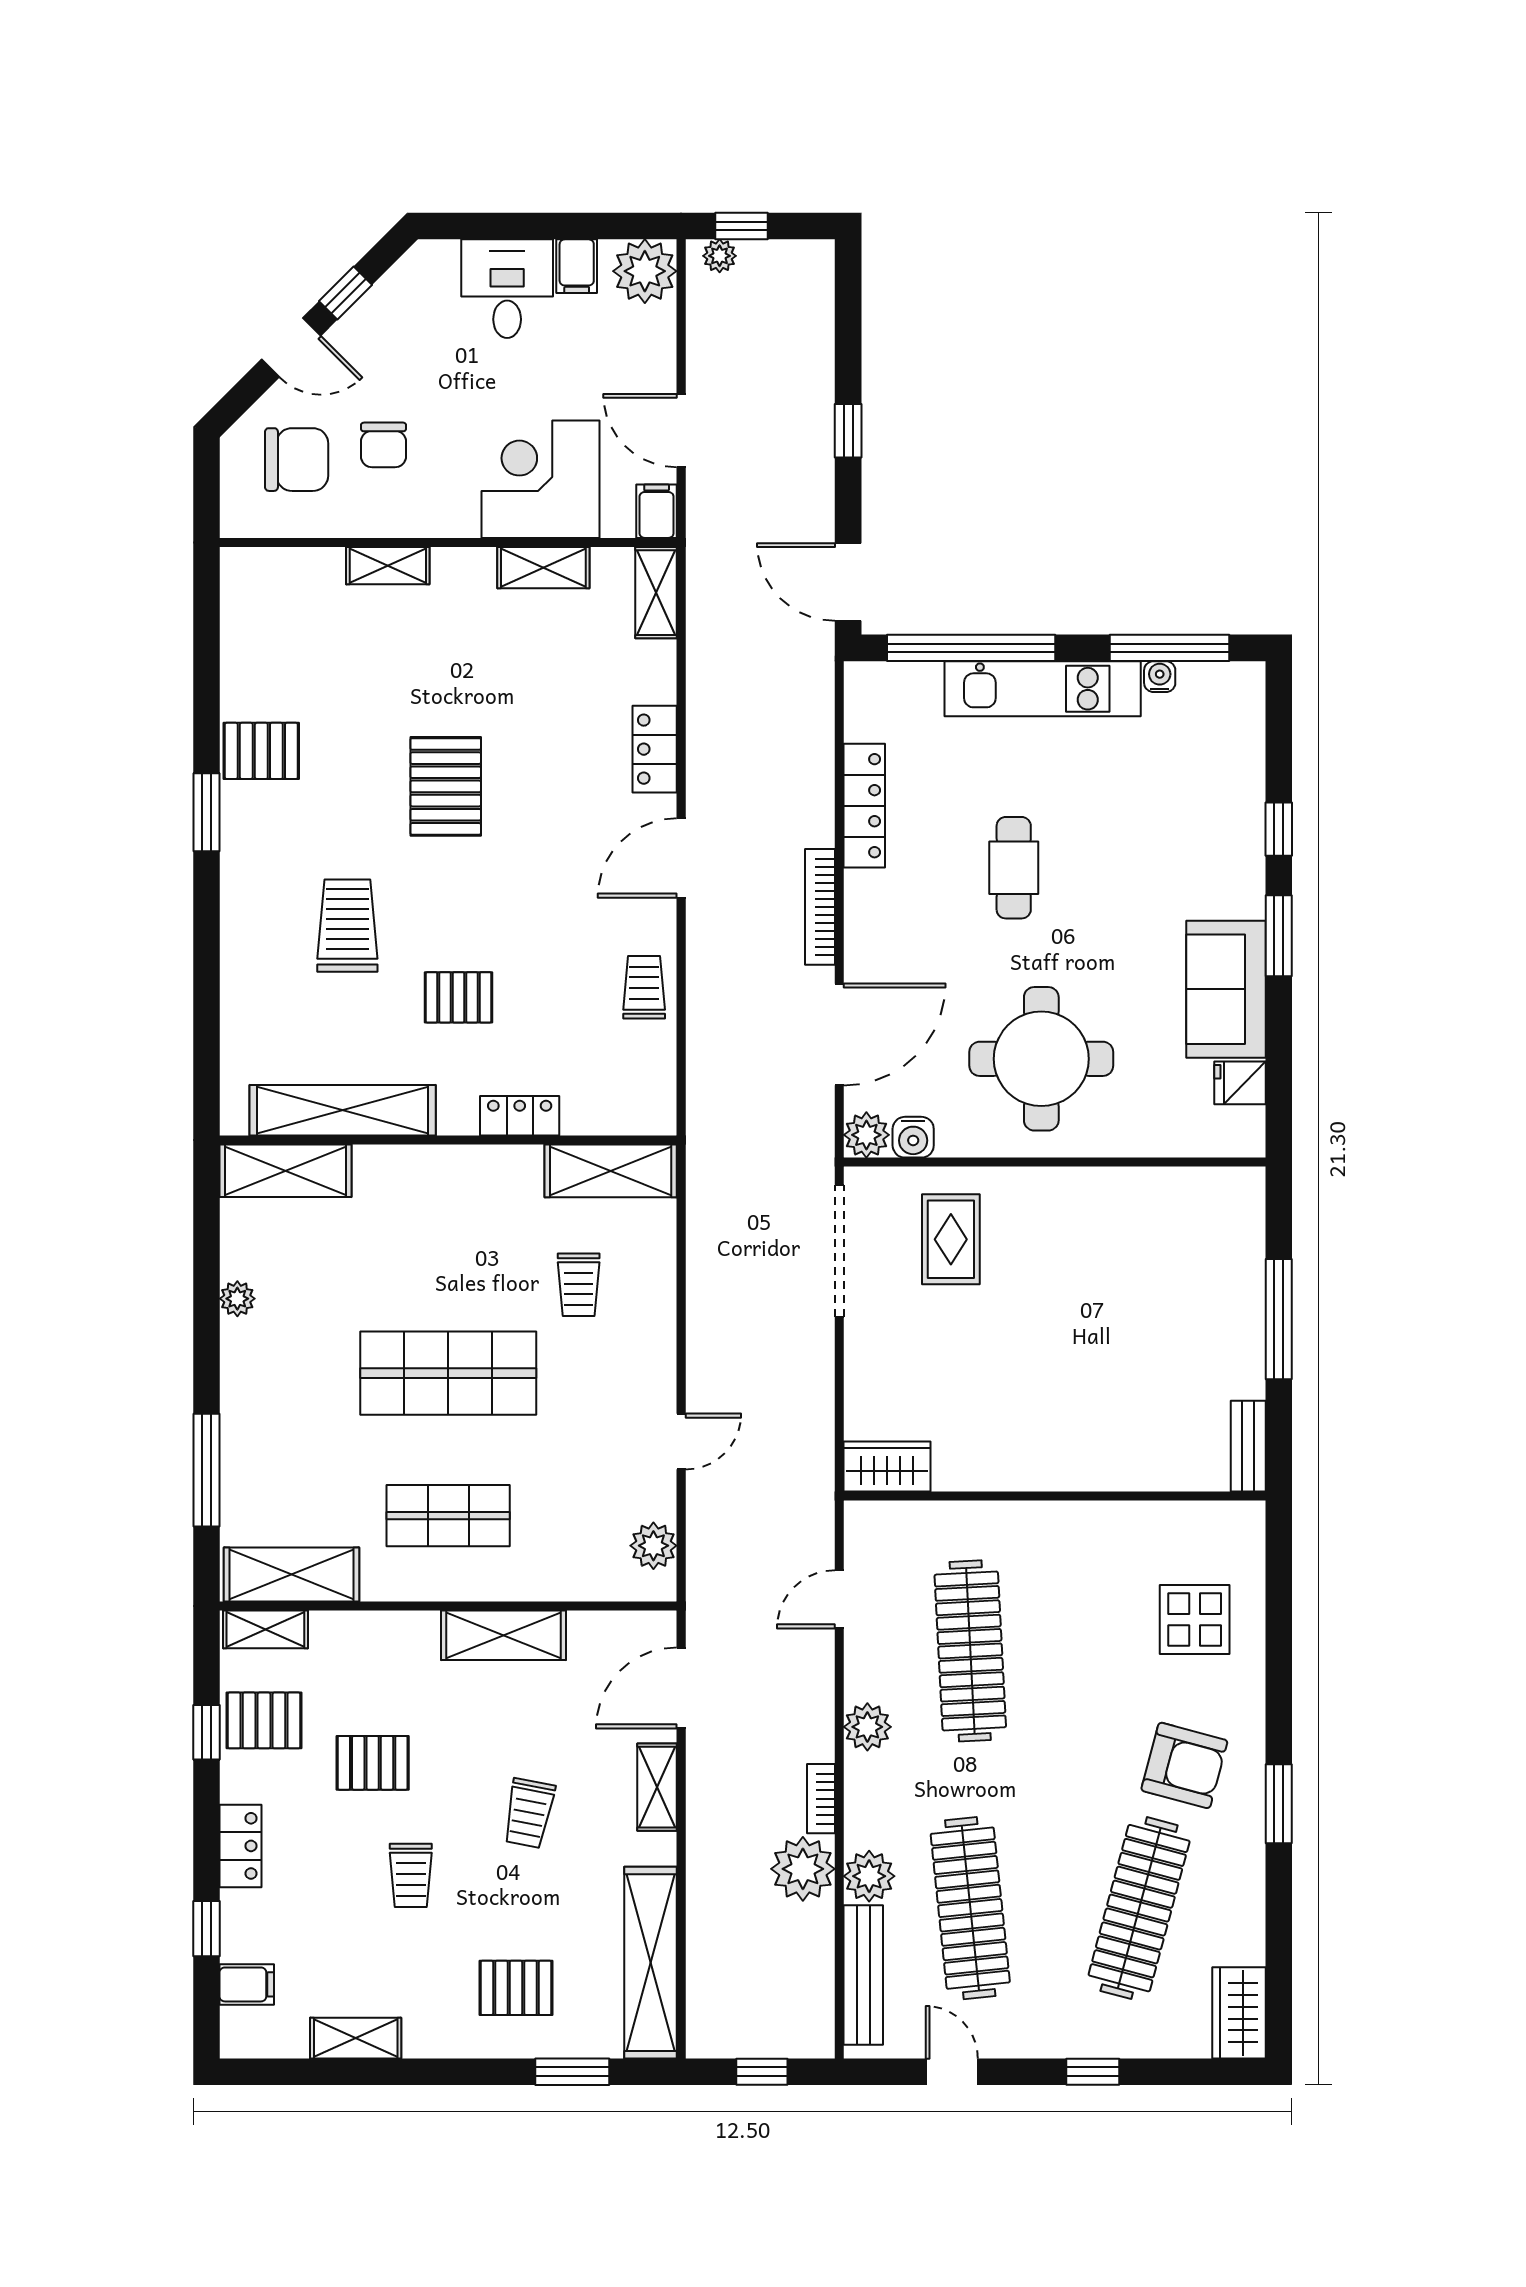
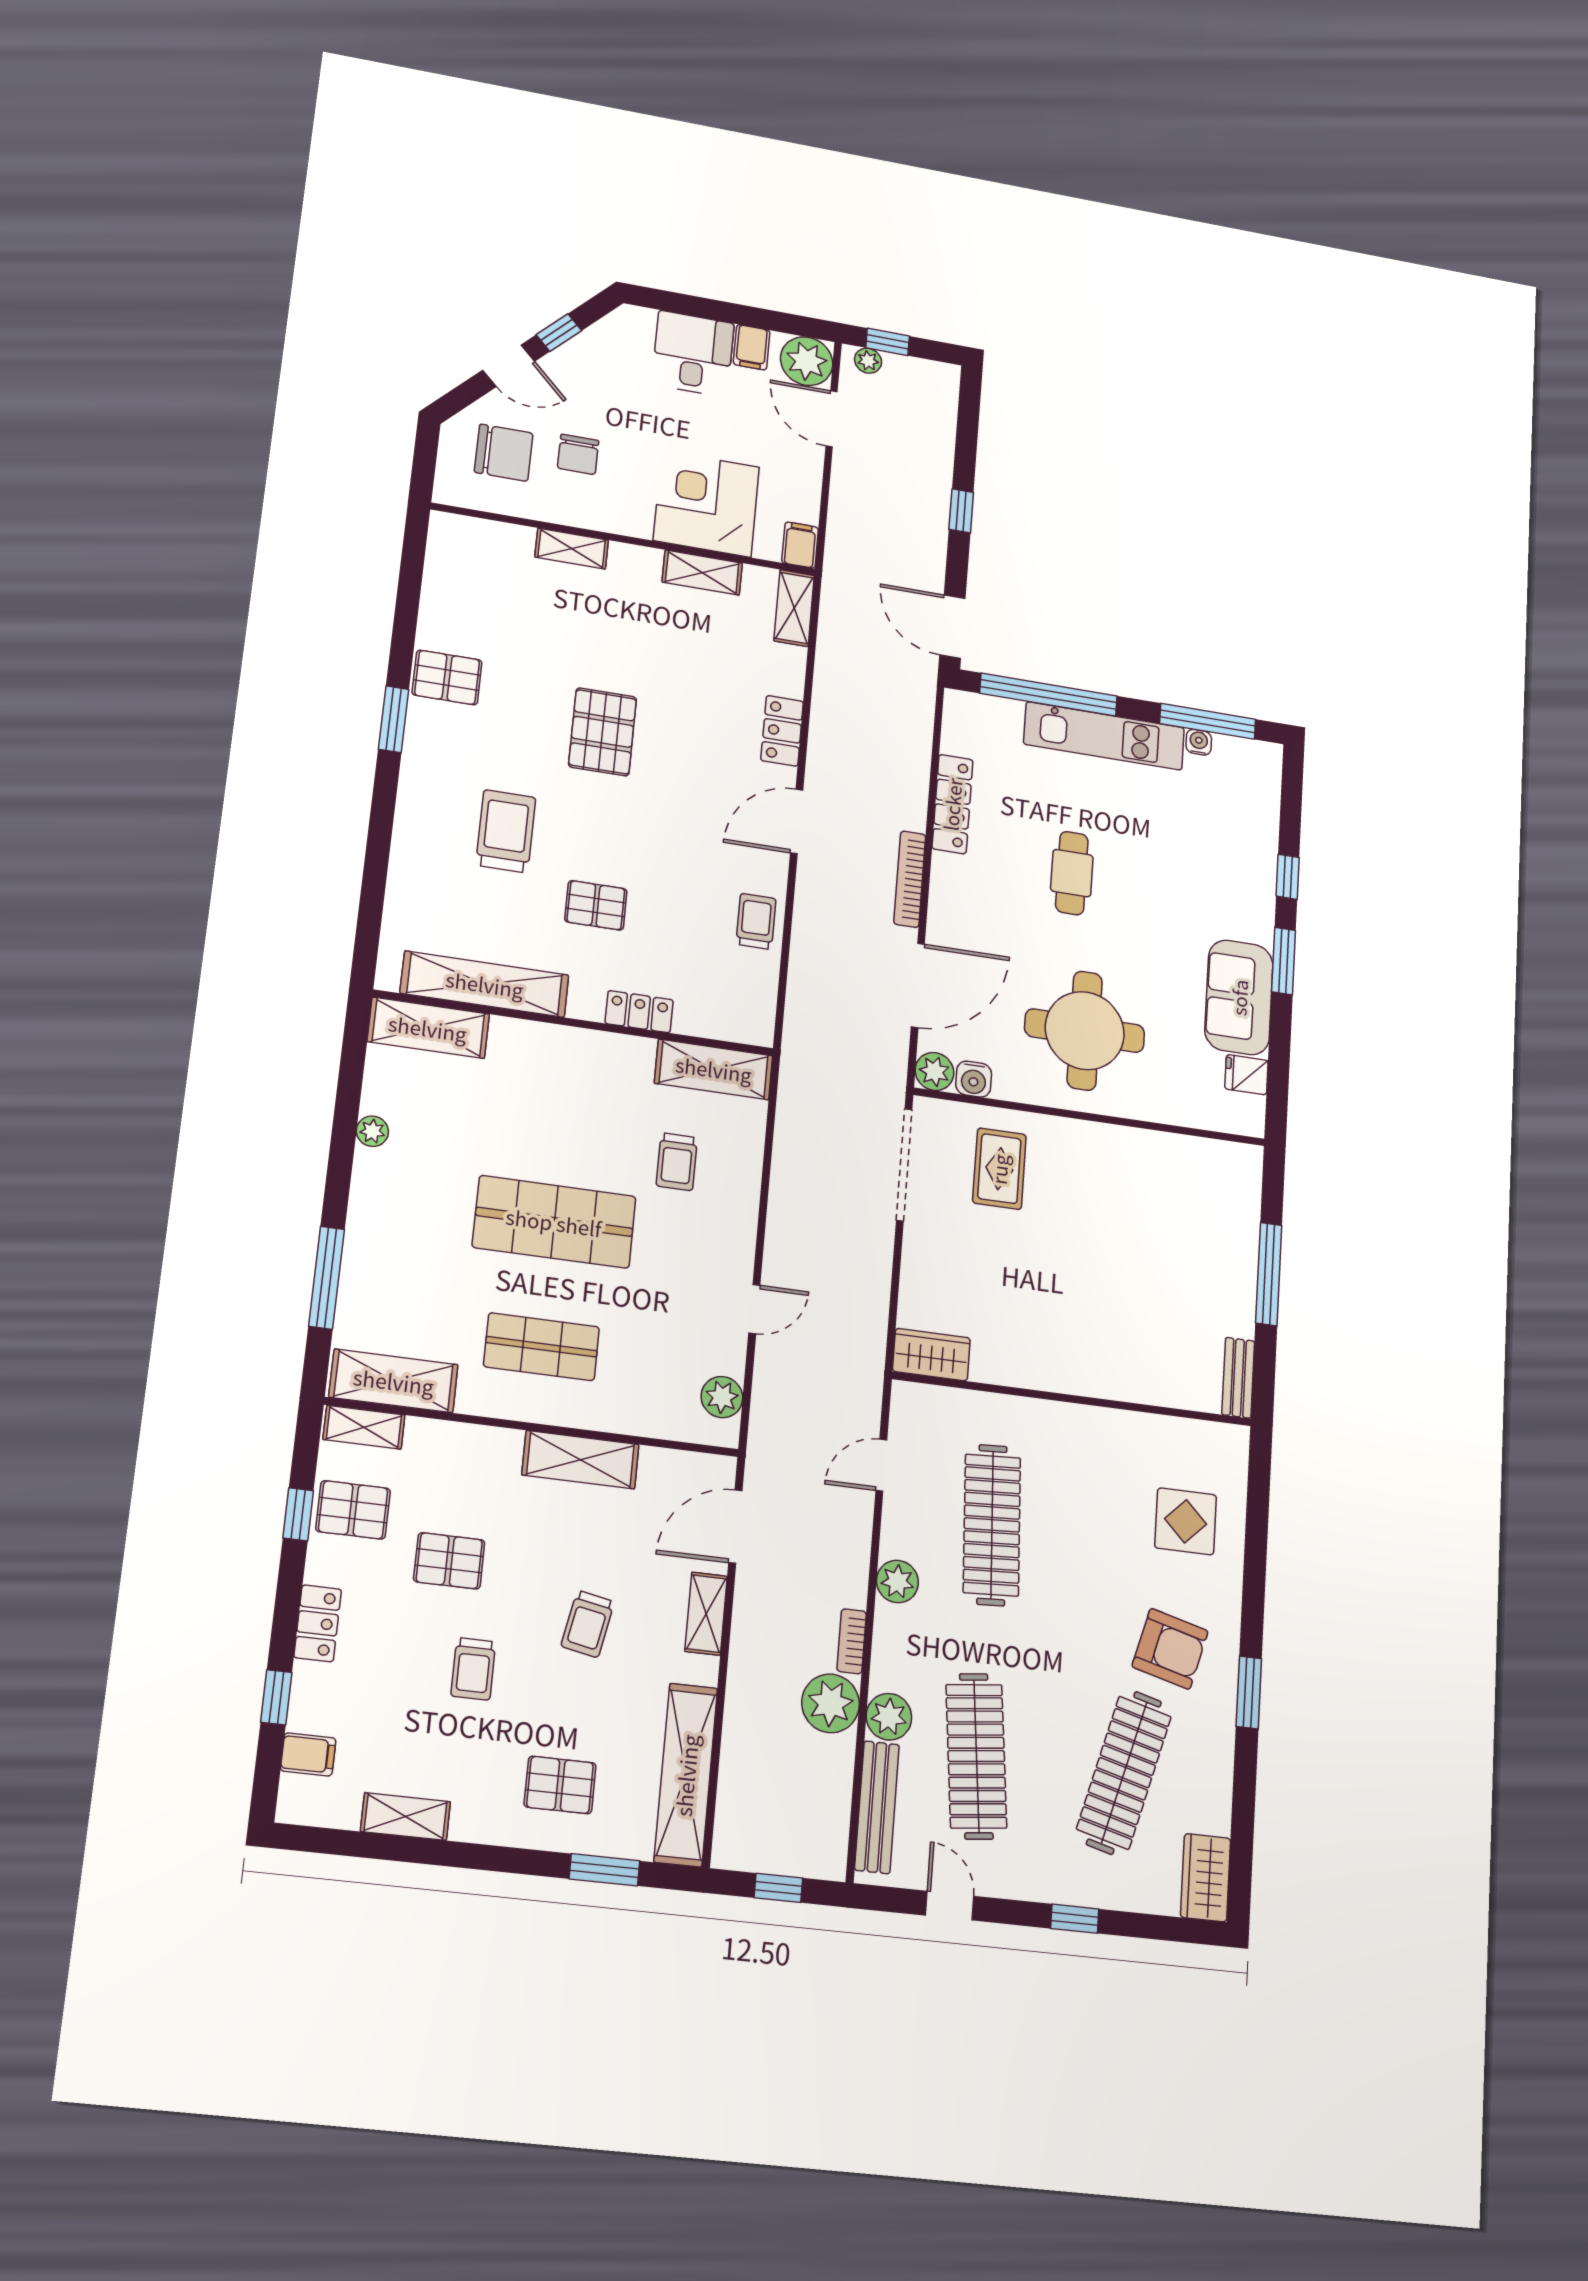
door: (681, 431) -> (832, 419), moved

